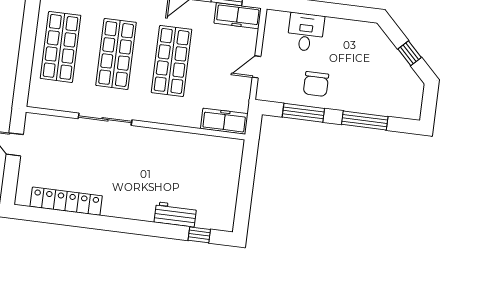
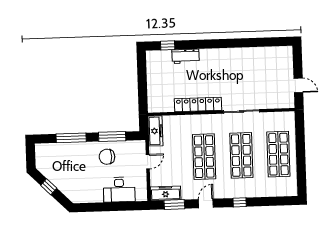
desk: (306, 32) -> (119, 190), width x1.37
chair: (316, 84) -> (107, 157), turned -90
freezer: (224, 121) -> (155, 131), moved, turned -90
locker: (66, 201) -> (198, 104), moved, turned 180

